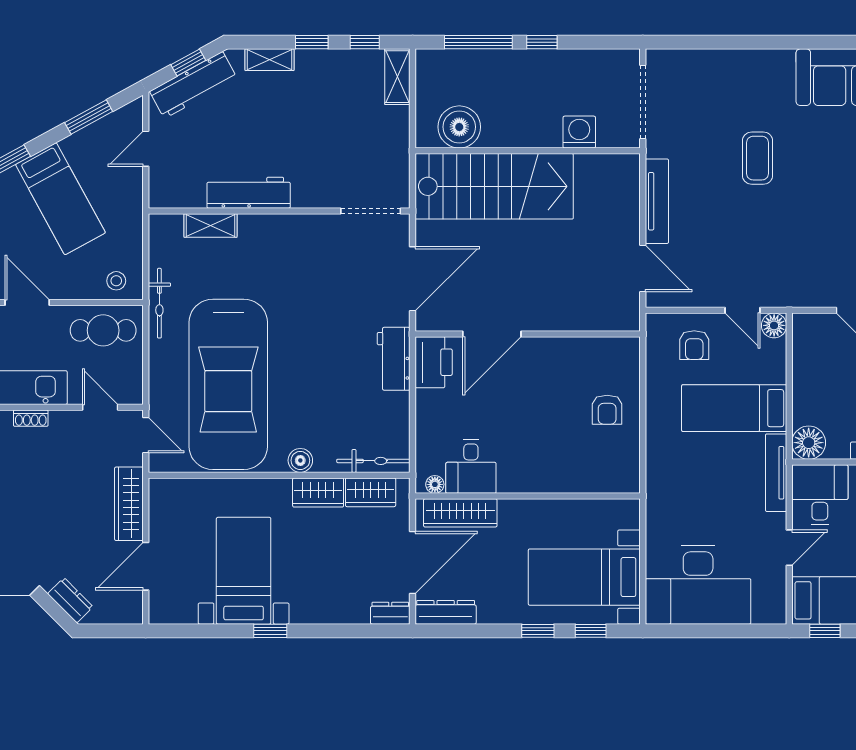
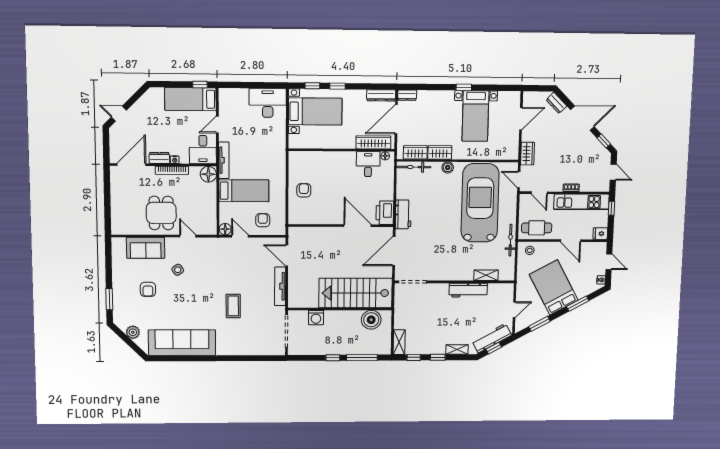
bed: (60, 199) -> (554, 287), width x1.50
door: (492, 334) -> (357, 226), hinge flipped
wardrobe: (129, 504) -> (527, 154), width x0.67
desk: (698, 585) -> (268, 103), width x0.73, depth x0.77

